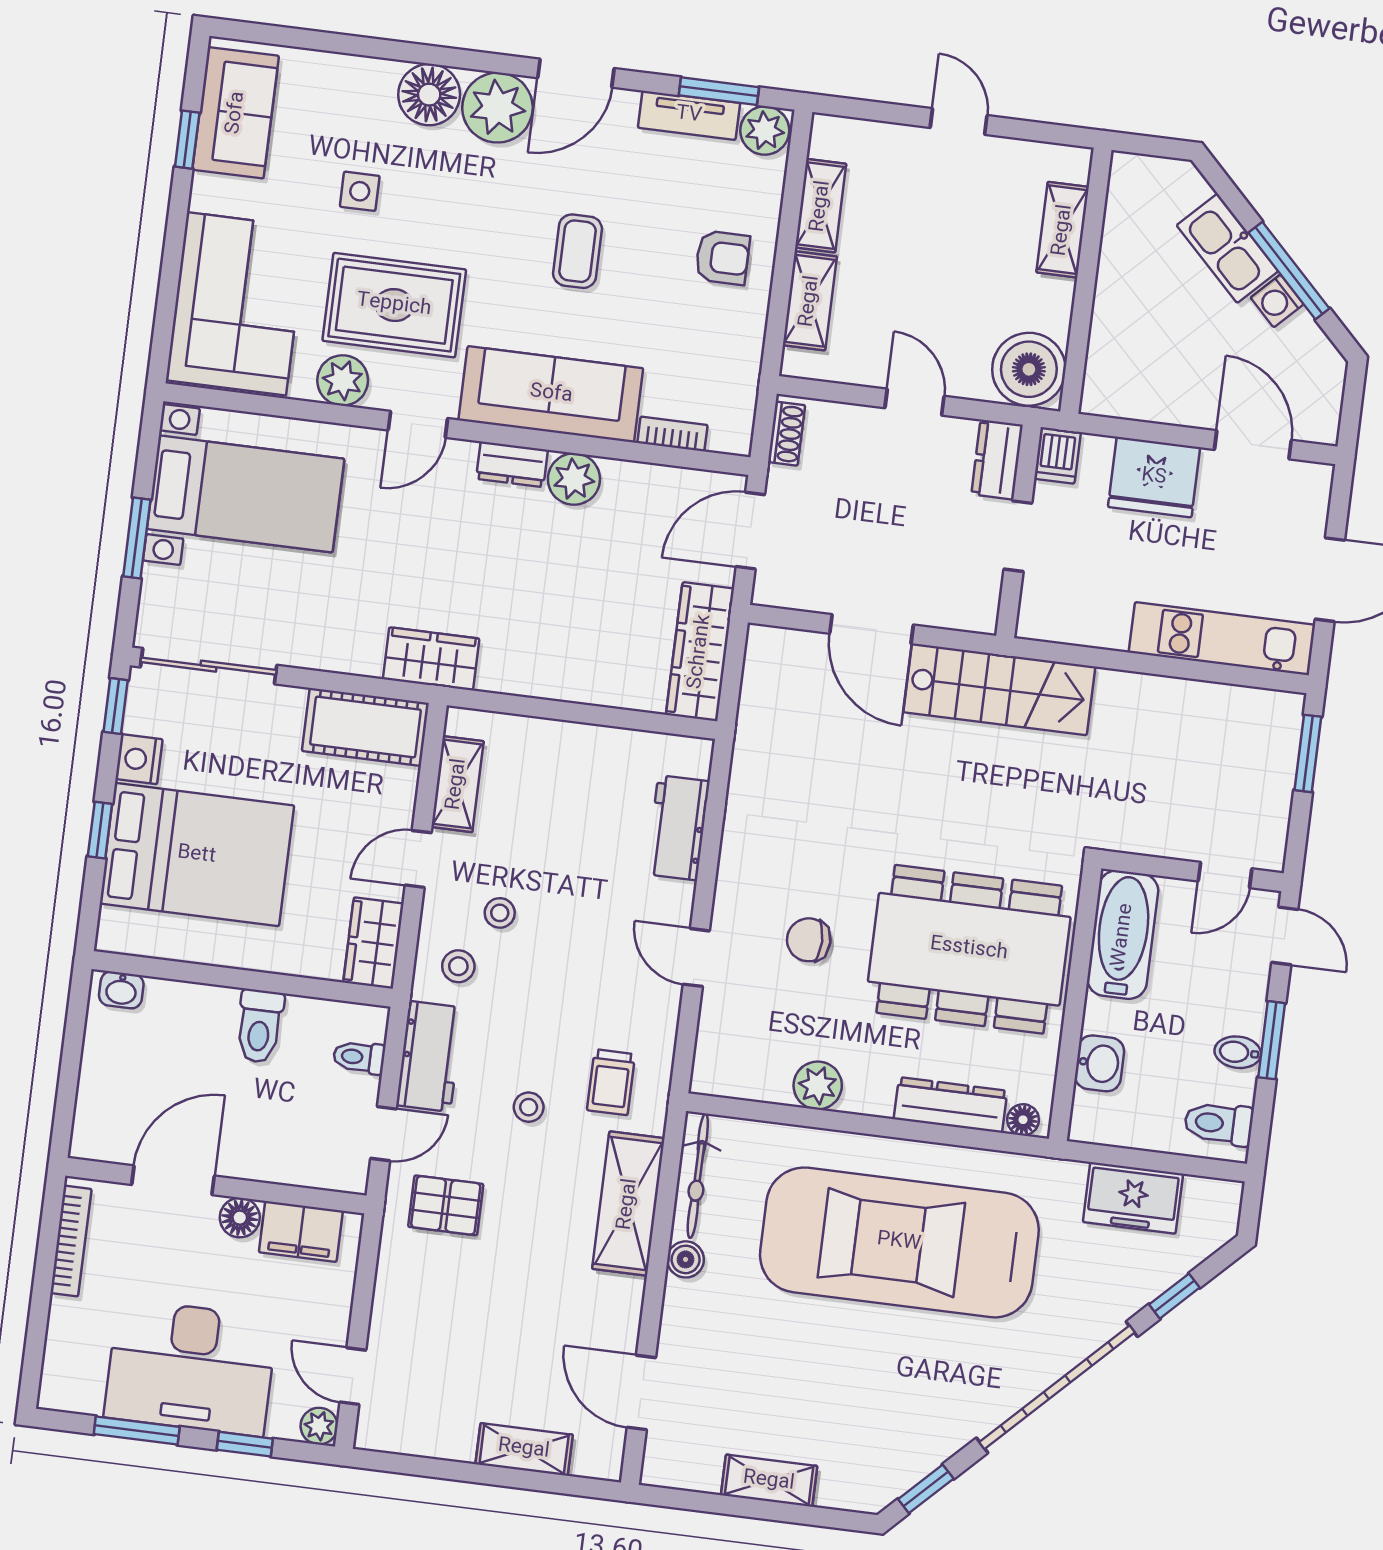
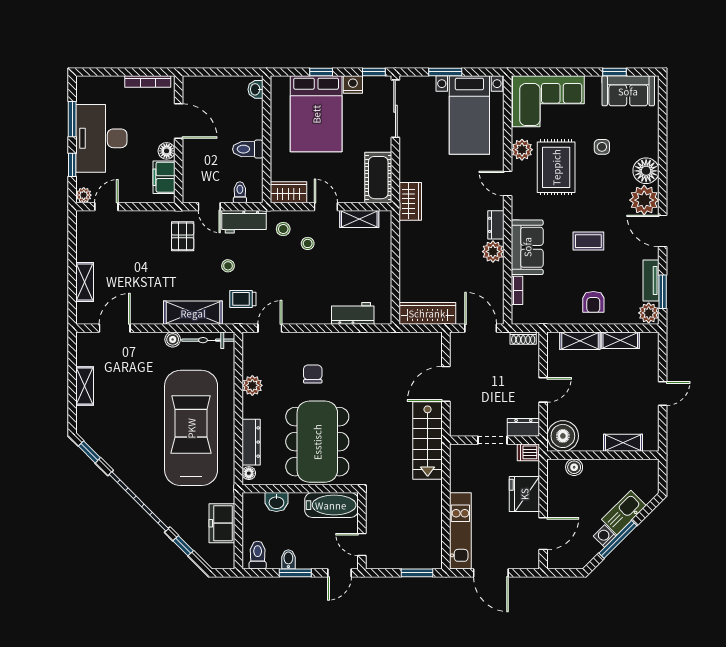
boiler: (1106, 352) -> (574, 467), added
sofa: (551, 394) -> (527, 247), width x0.73
door: (696, 958) -> (270, 328), moved

